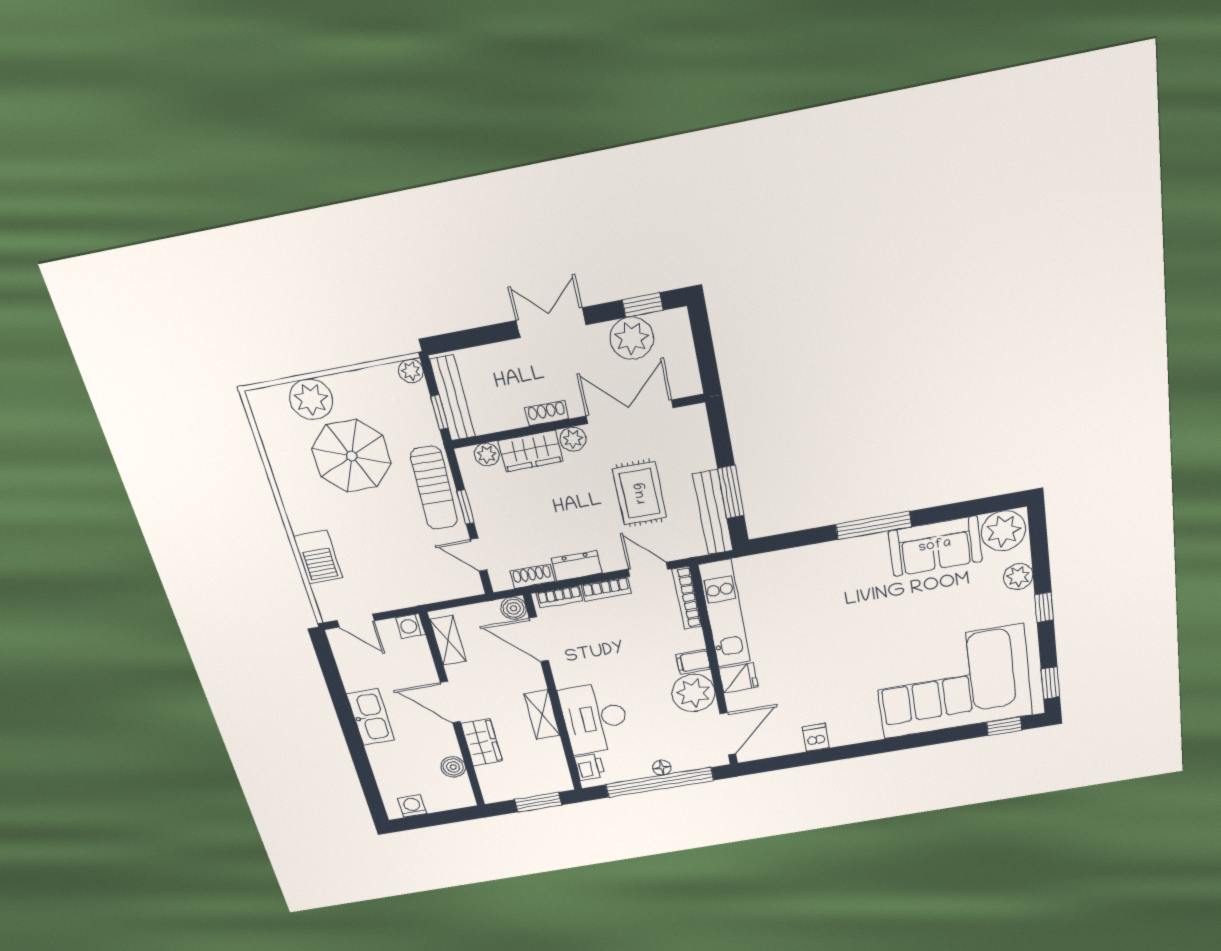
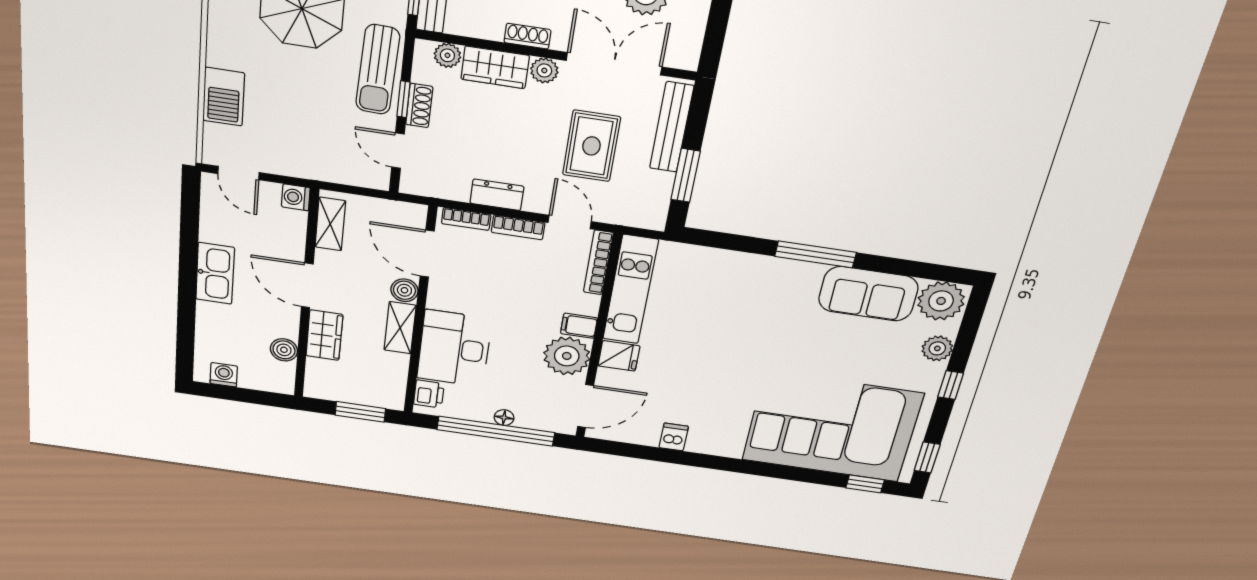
bench: (713, 512) -> (672, 127), moved
shoe rack: (532, 576) -> (419, 106), moved, turned 90
boiler: (514, 608) -> (404, 290), moved

